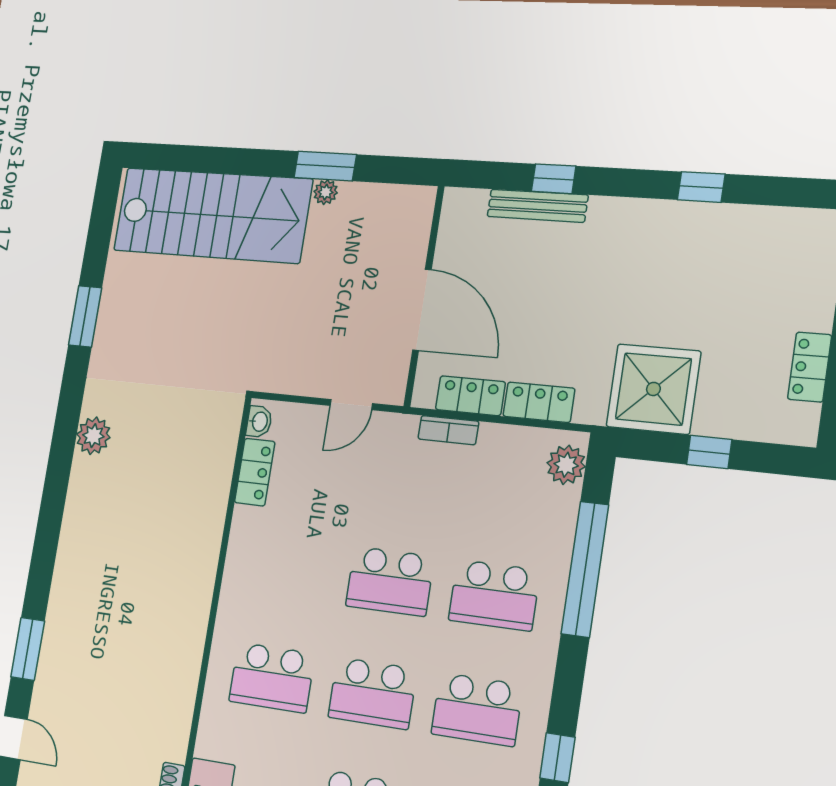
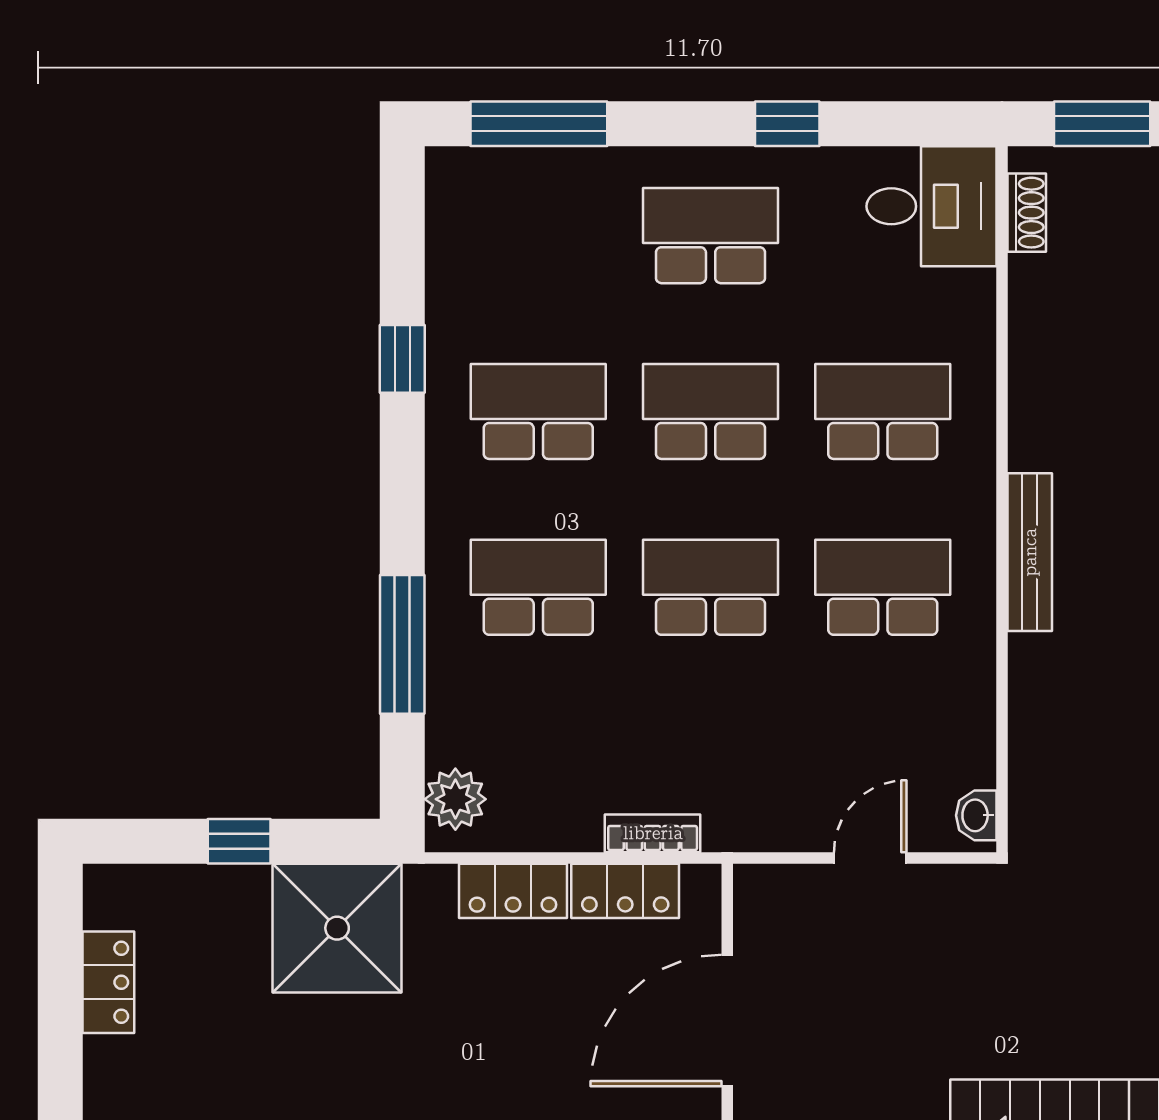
door: (422, 310) -> (727, 1020), hinge flipped
door: (351, 405) -> (870, 858), moved
locker: (255, 472) -> (970, 733), removed
school desk: (289, 568) -> (883, 587), added
window: (585, 569) -> (402, 644), width x0.68
bench: (203, 578) -> (1030, 552), added

